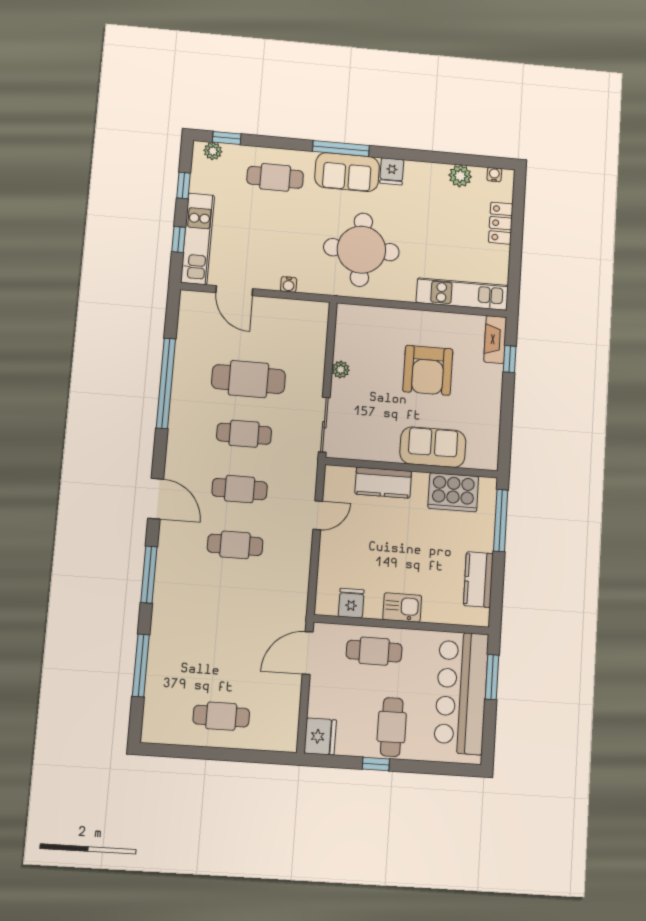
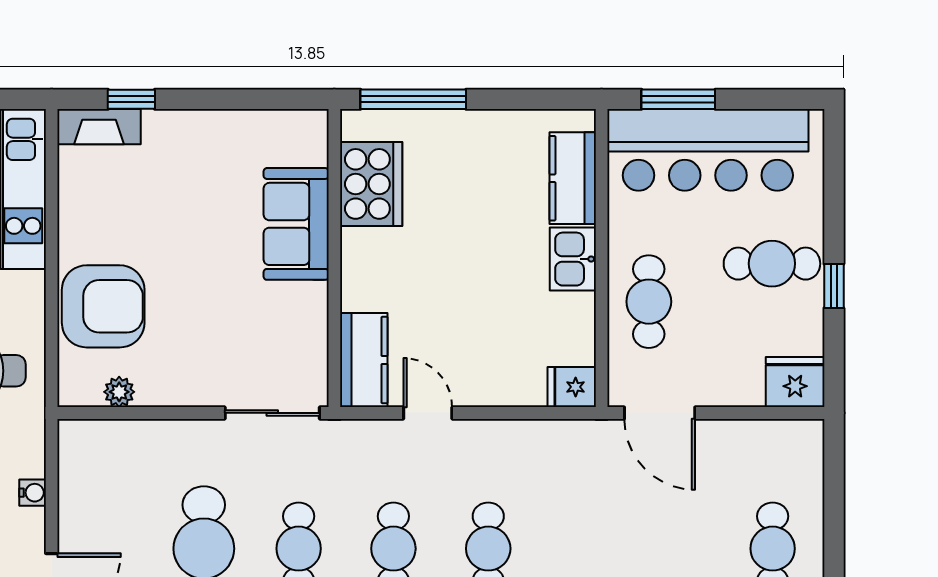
plant: (341, 370) -> (119, 392), moved
armchair: (428, 370) -> (103, 306), moved
kitchen counter: (383, 483) -> (364, 360), moved
kitchen counter: (478, 580) -> (573, 178), moved, turned 90
fridge: (351, 603) -> (572, 387), moved

